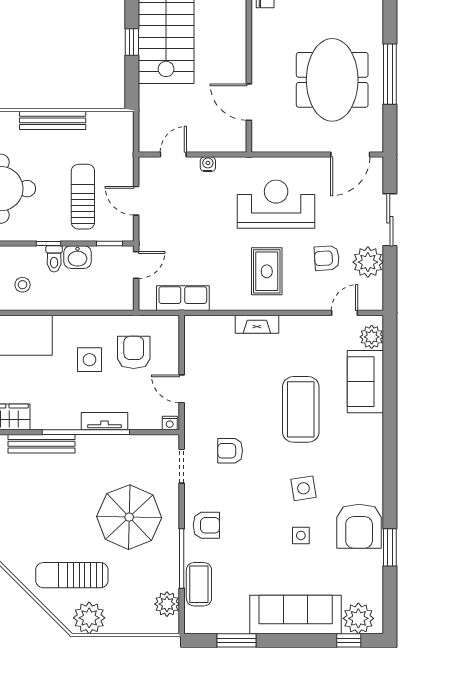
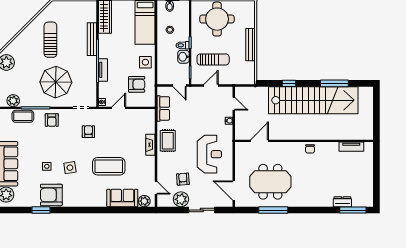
rug: (267, 271) -> (168, 141), moved, turned 90
side table: (89, 360) -> (145, 62), moved
sun lounger: (72, 575) -> (50, 40), moved

